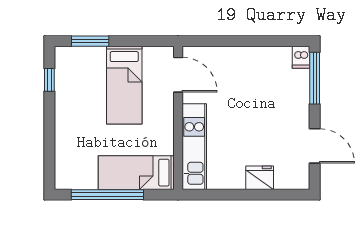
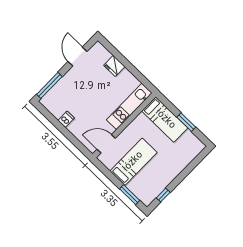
dishwasher: (301, 57) -> (66, 119), moved
door: (178, 75) -> (106, 144), hinge flipped
window: (107, 195) -> (186, 122), width x0.47

